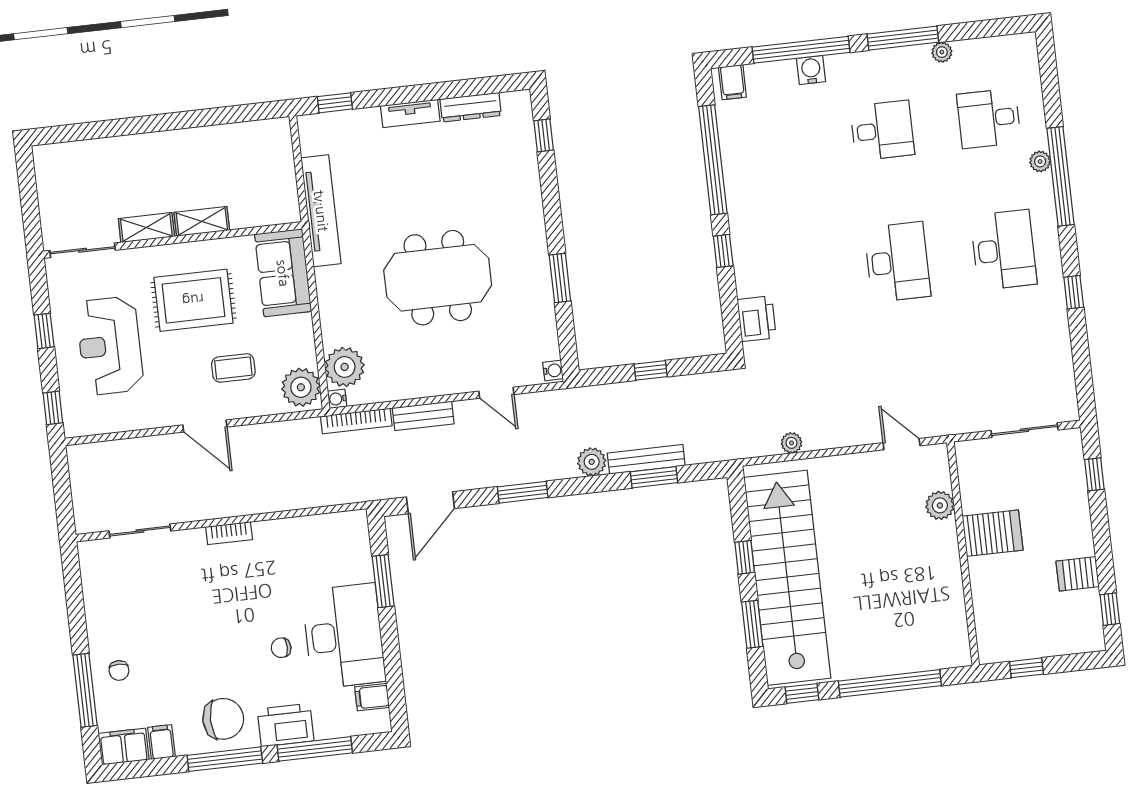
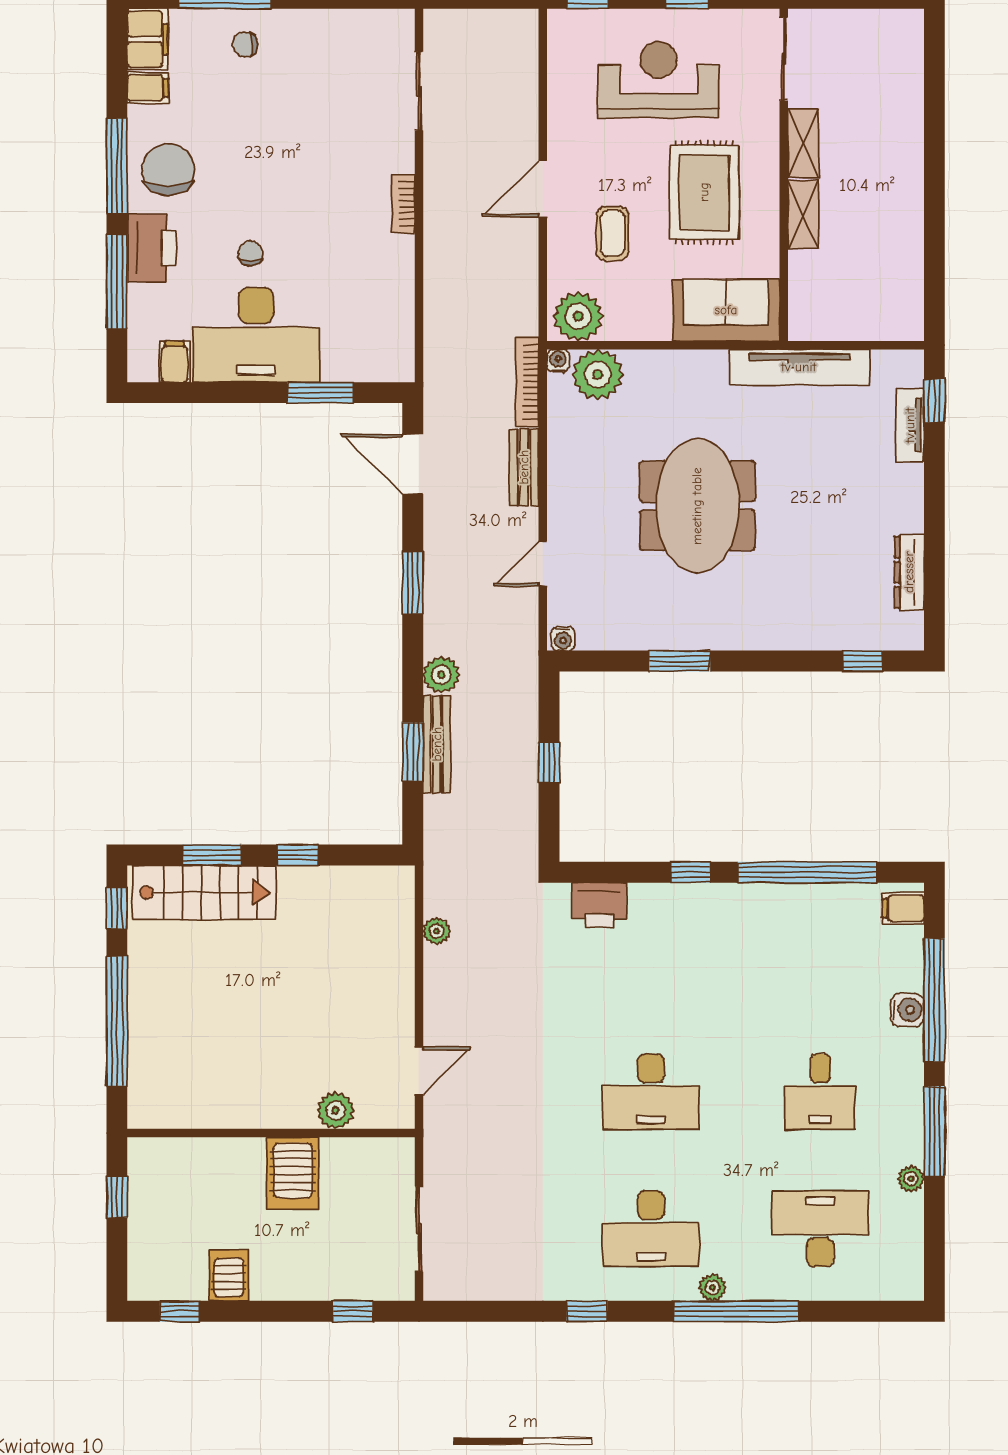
tv unit: (410, 113) -> (910, 425), moved
desk: (989, 118) -> (820, 1229), width x1.37
plant: (1040, 161) -> (712, 1288), moved
stairs: (787, 578) -> (204, 893), width x0.54, depth x0.66
chair: (223, 719) -> (168, 170), turned 180

